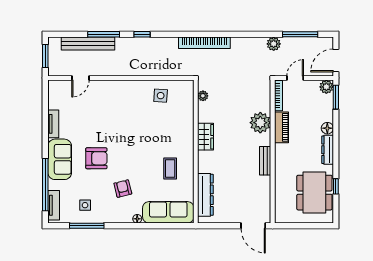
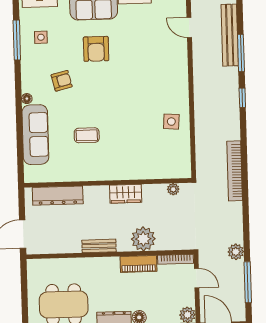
plant: (203, 96) -> (173, 189), moved
wardrobe: (206, 137) -> (126, 194), moved
wall: (196, 152) -> (108, 183), moved
dresser: (205, 195) -> (58, 196), moved

